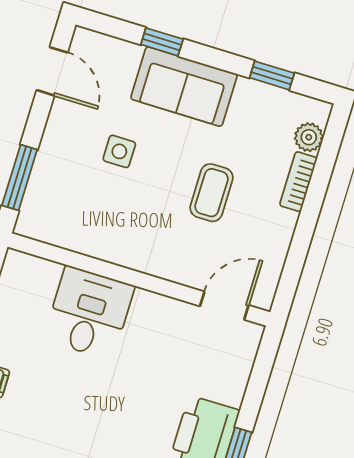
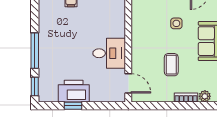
coffee table: (211, 193) -> (171, 65), turned 90
desk: (89, 313) -> (109, 53), moved

